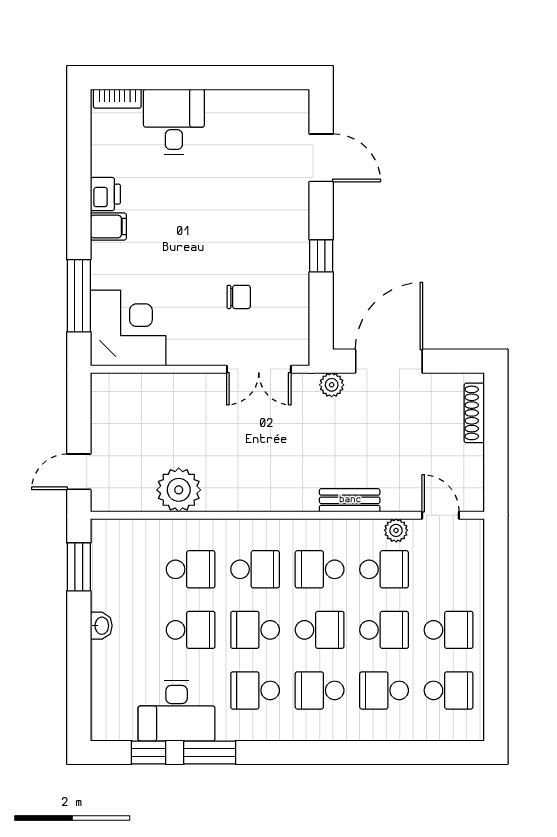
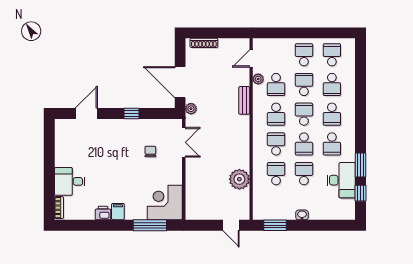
school desk: (384, 569) -> (276, 84), turned 180

